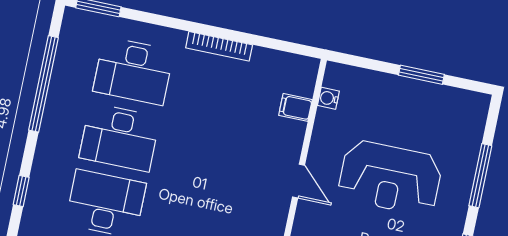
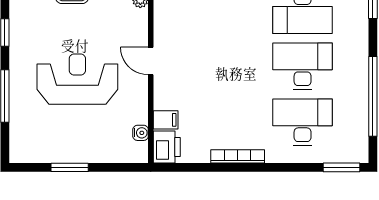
printer: (301, 75) -> (167, 147), added

